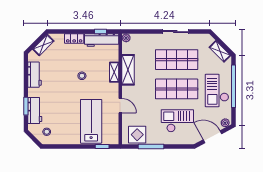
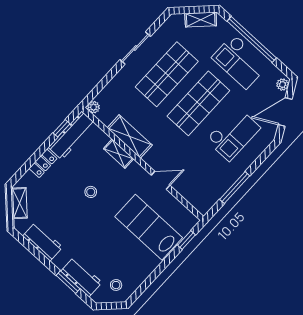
checkout: (177, 121) -> (233, 134), turned 180
display table: (137, 135) -> (208, 191), removed

